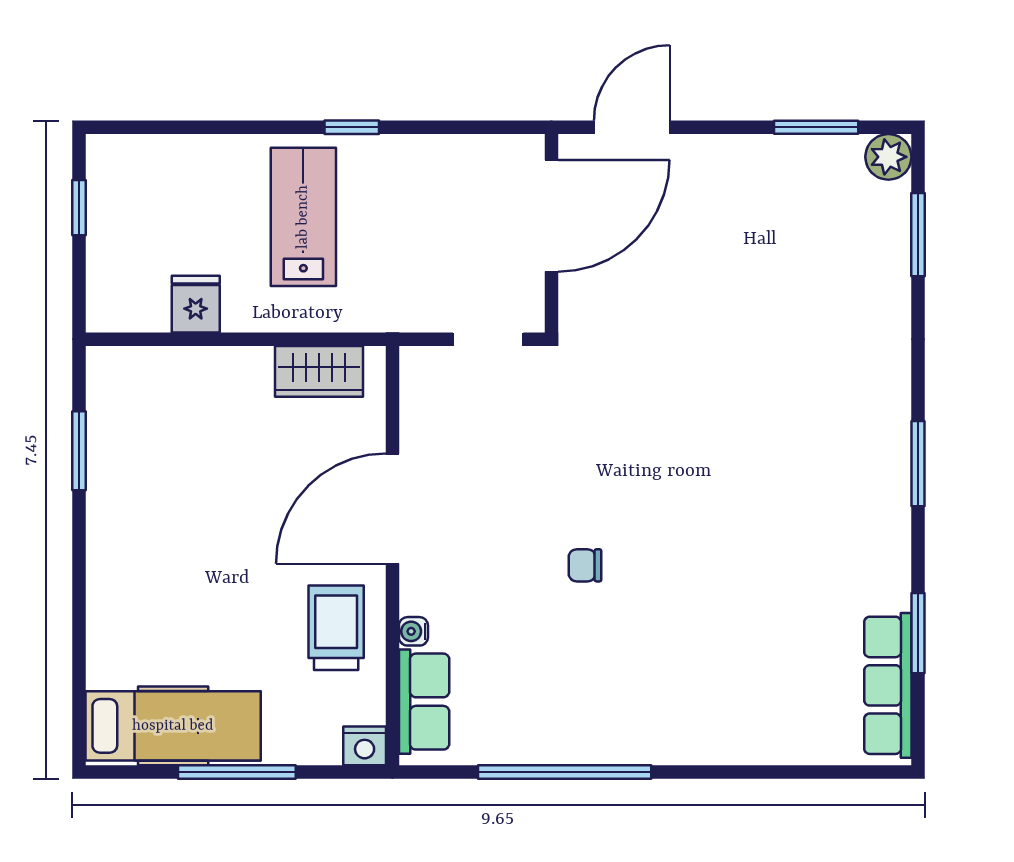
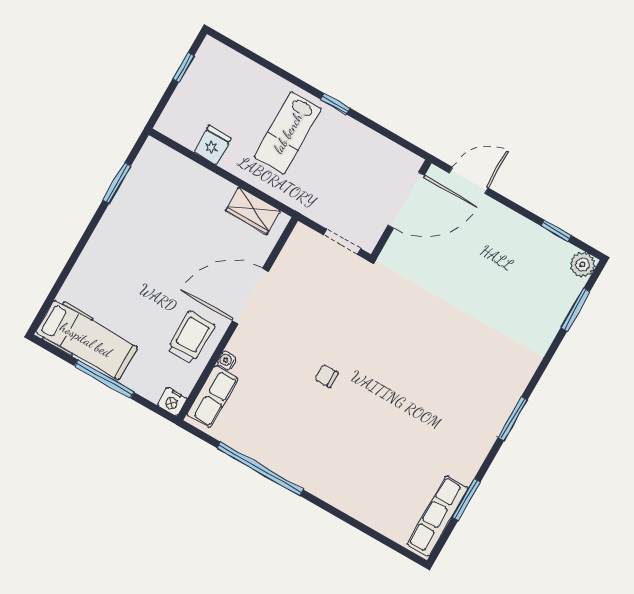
window: (816, 127) -> (556, 231), width x0.67
lab bench: (303, 217) -> (288, 133), turned 180

